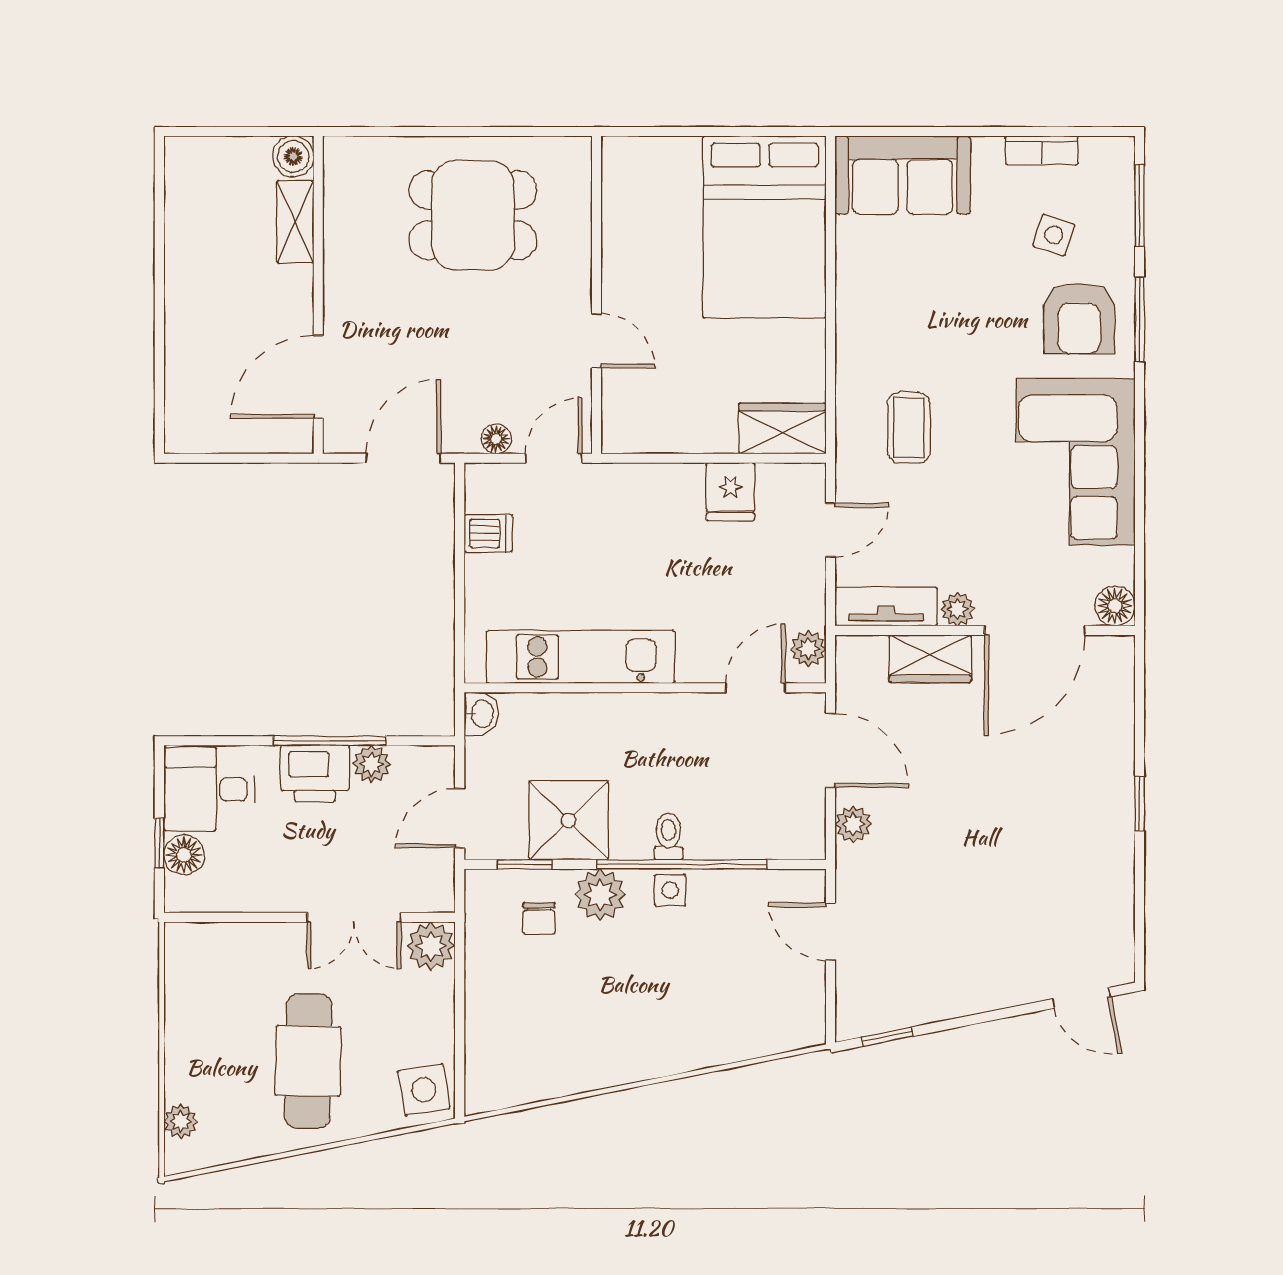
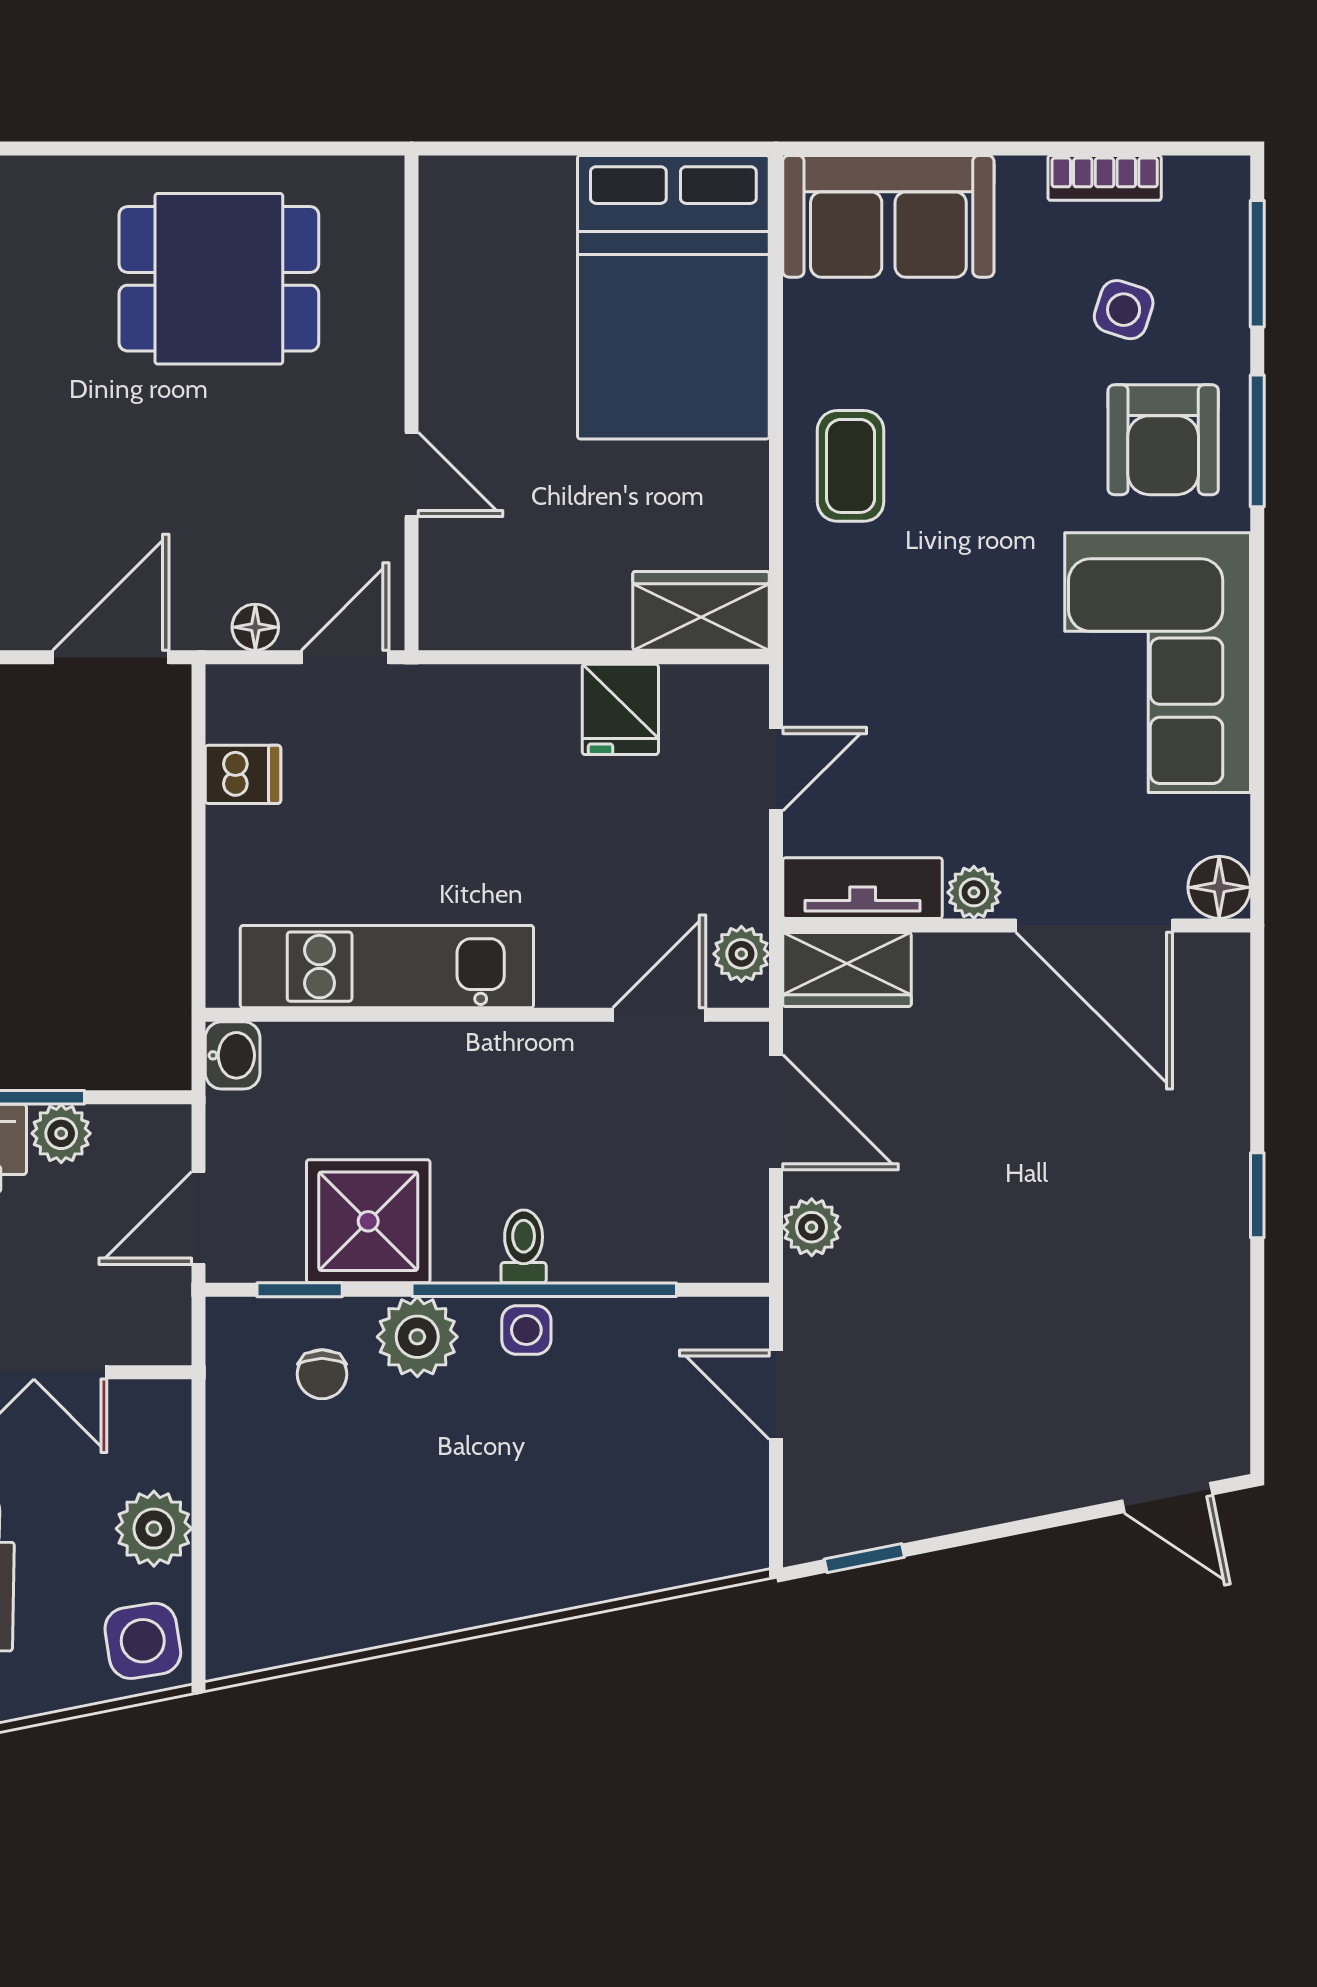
coffee table: (909, 428) -> (851, 466), moved
door: (1035, 630) -> (1094, 925), hinge flipped
wardrobe: (930, 659) -> (847, 969), moved
plant: (431, 946) -> (154, 1529), moved

